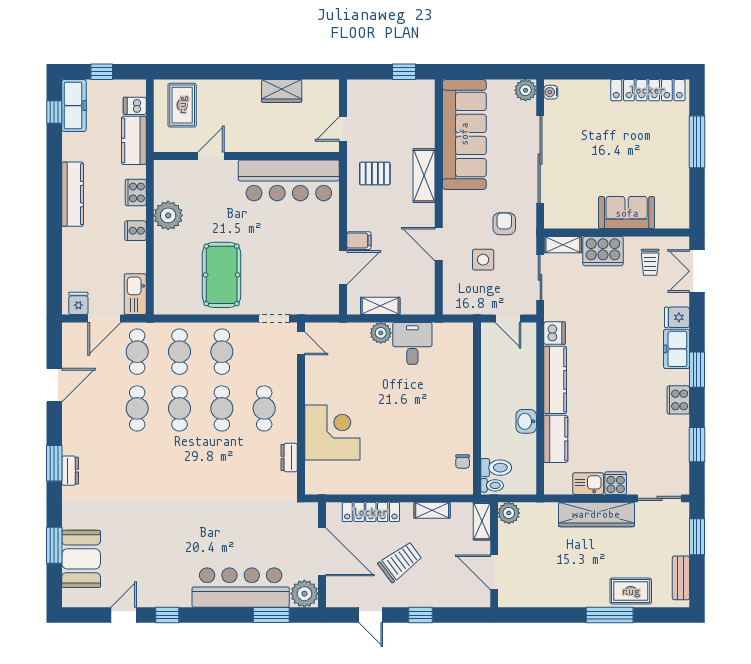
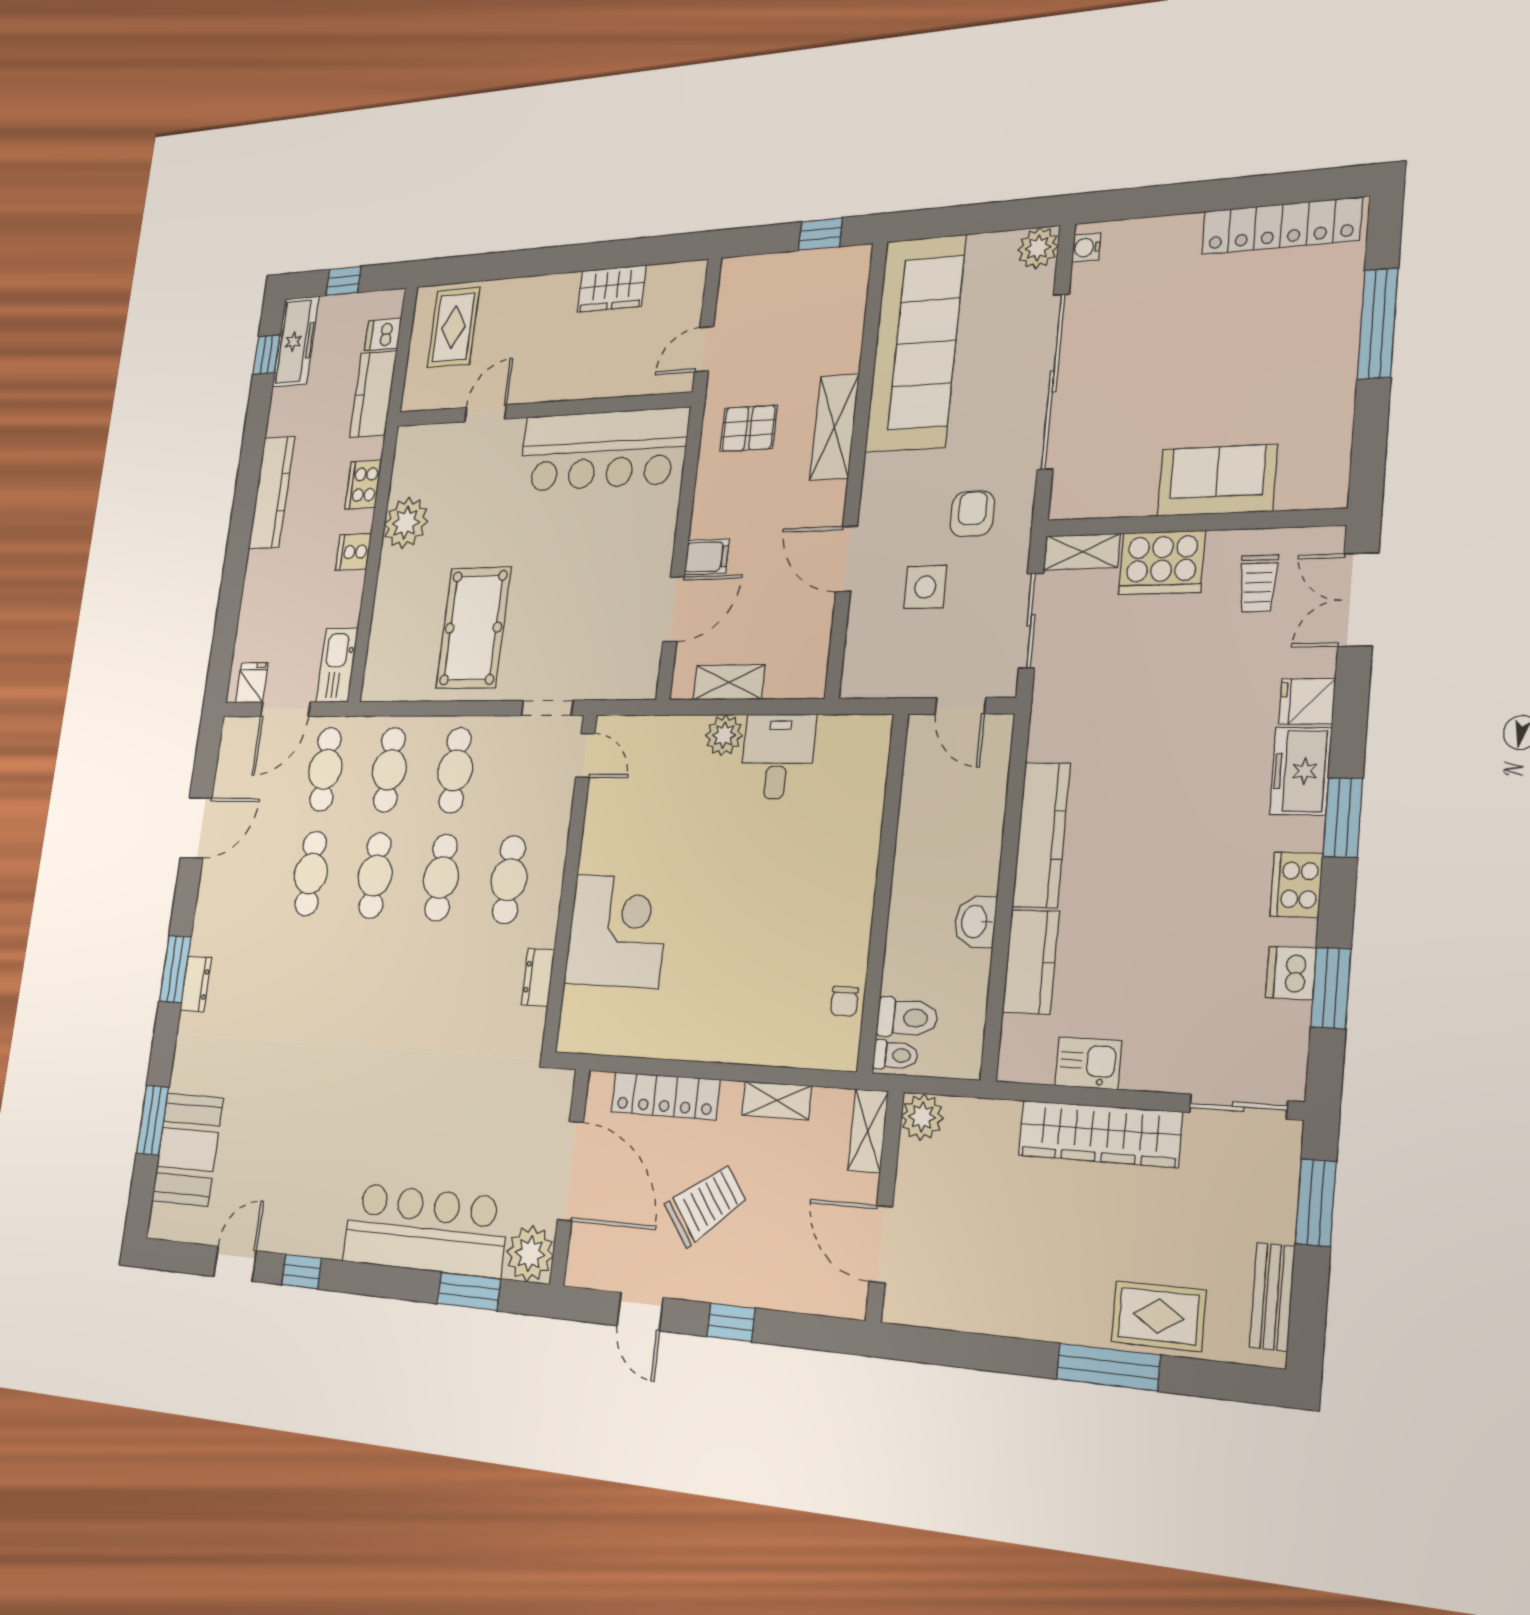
dishwasher: (555, 333) -> (1291, 973), moved, turned 180
cooker: (616, 483) -> (1146, 1066), removed

